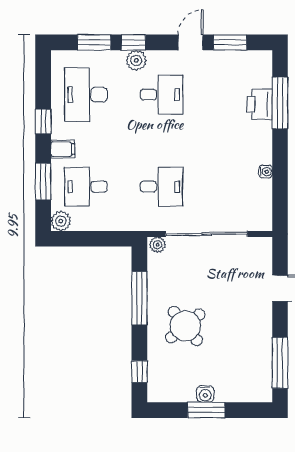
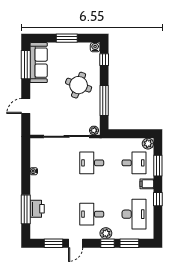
round table: (185, 326) -> (79, 85), turned -31
sofa: (257, 366) -> (39, 63), added
water cooler: (205, 394) -> (95, 47), moved

